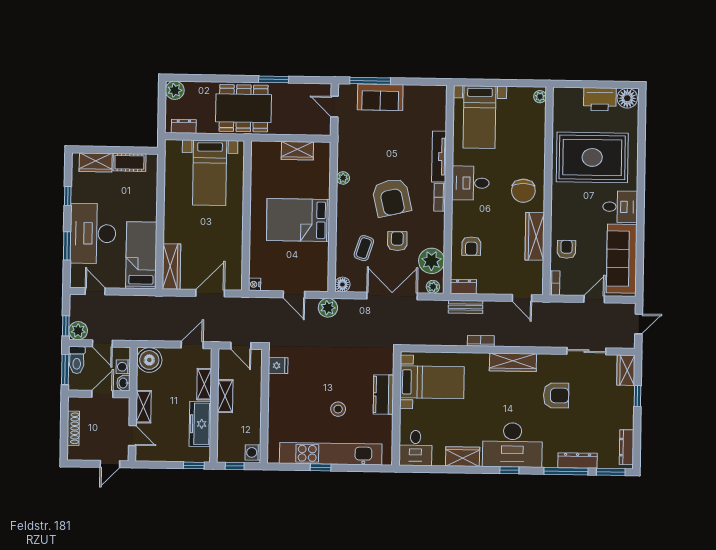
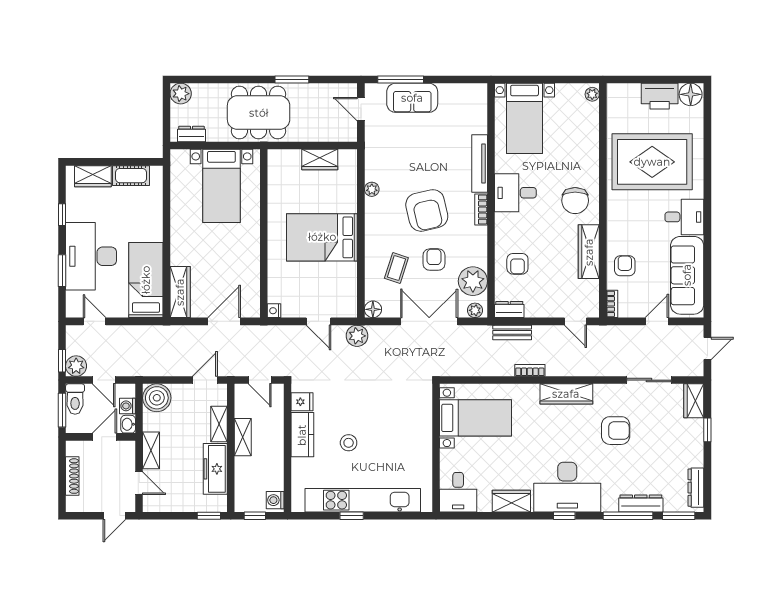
kitchen counter: (384, 395) -> (302, 435), moved, turned 180
stool: (338, 409) -> (349, 443), moved

